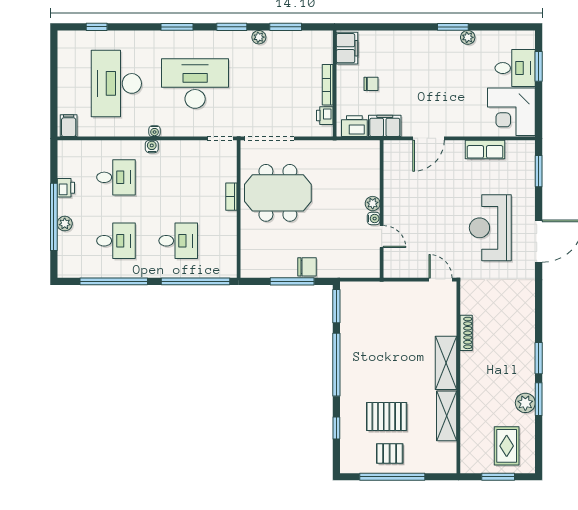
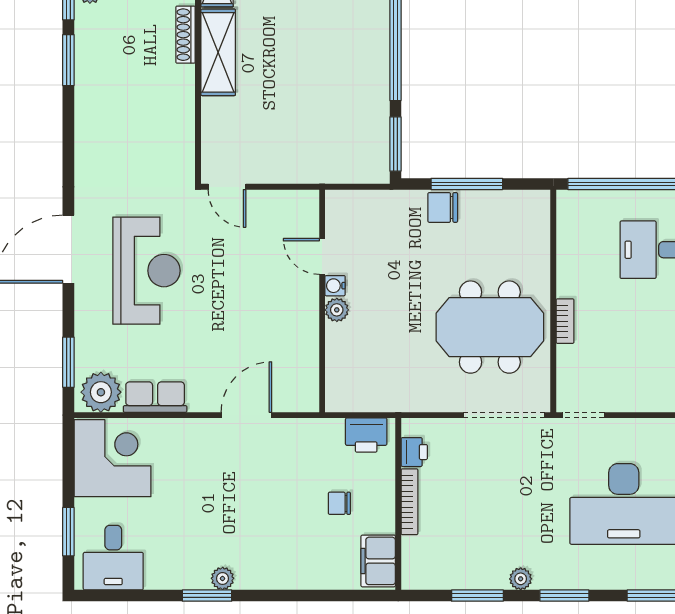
plant: (468, 37) -> (223, 578), moved
desk: (515, 68) -> (113, 558), moved, turned -90
filing cabinet: (385, 126) -> (317, 435), removed
plant: (519, 153) -> (101, 392), added
shoe rack: (466, 333) -> (186, 35), moved

